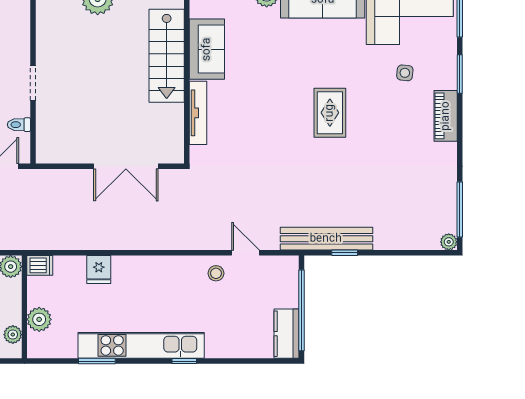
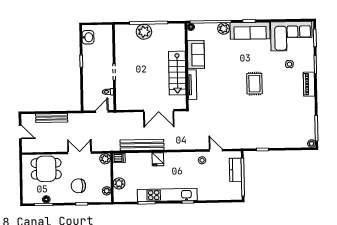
stairs: (167, 56) -> (177, 73), moved
bench: (326, 239) -> (142, 145), moved
fridge: (99, 269) -> (158, 159), moved
kitchen counter: (287, 334) -> (236, 170), moved

